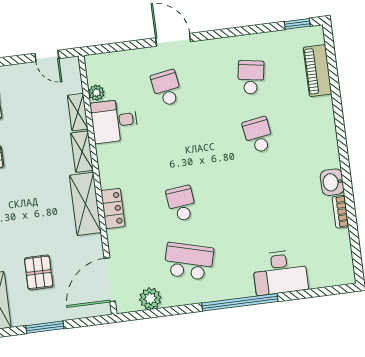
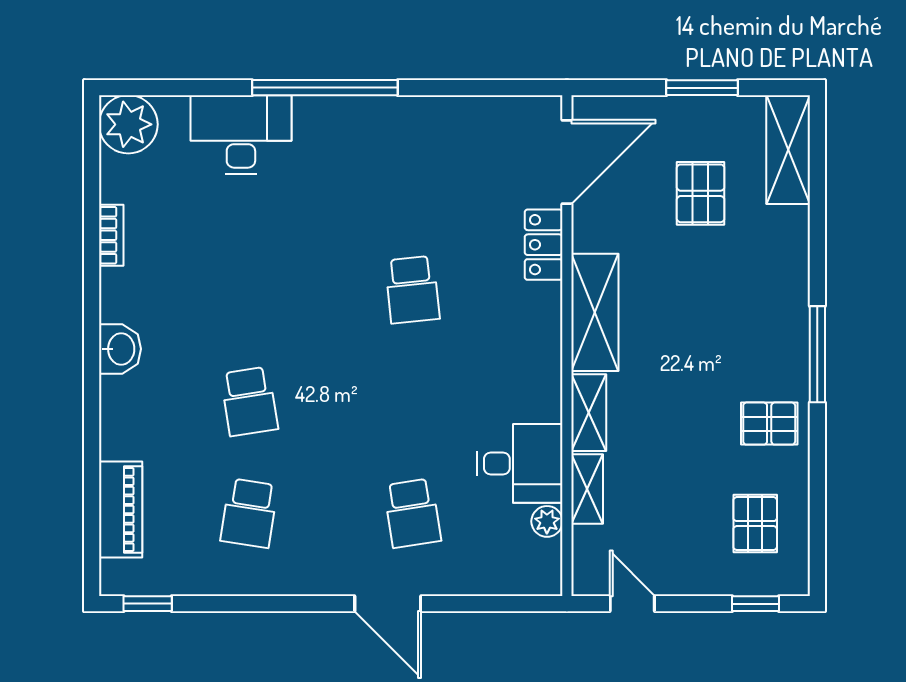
washbasin: (332, 182) -> (120, 349), moved
locker: (113, 208) -> (544, 245), moved
school desk: (189, 261) -> (412, 178), removed
plant: (150, 298) -> (128, 124), moved, width x1.36, depth x1.36

